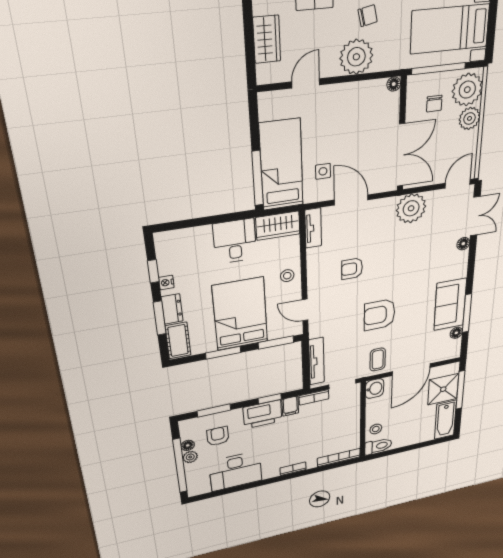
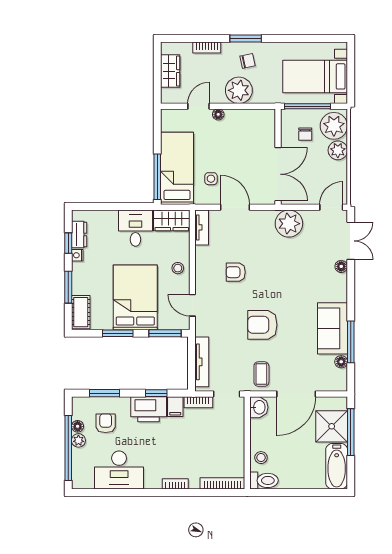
floor lamp: (394, 84) -> (218, 114), moved
dresser: (172, 309) -> (79, 235), moved

